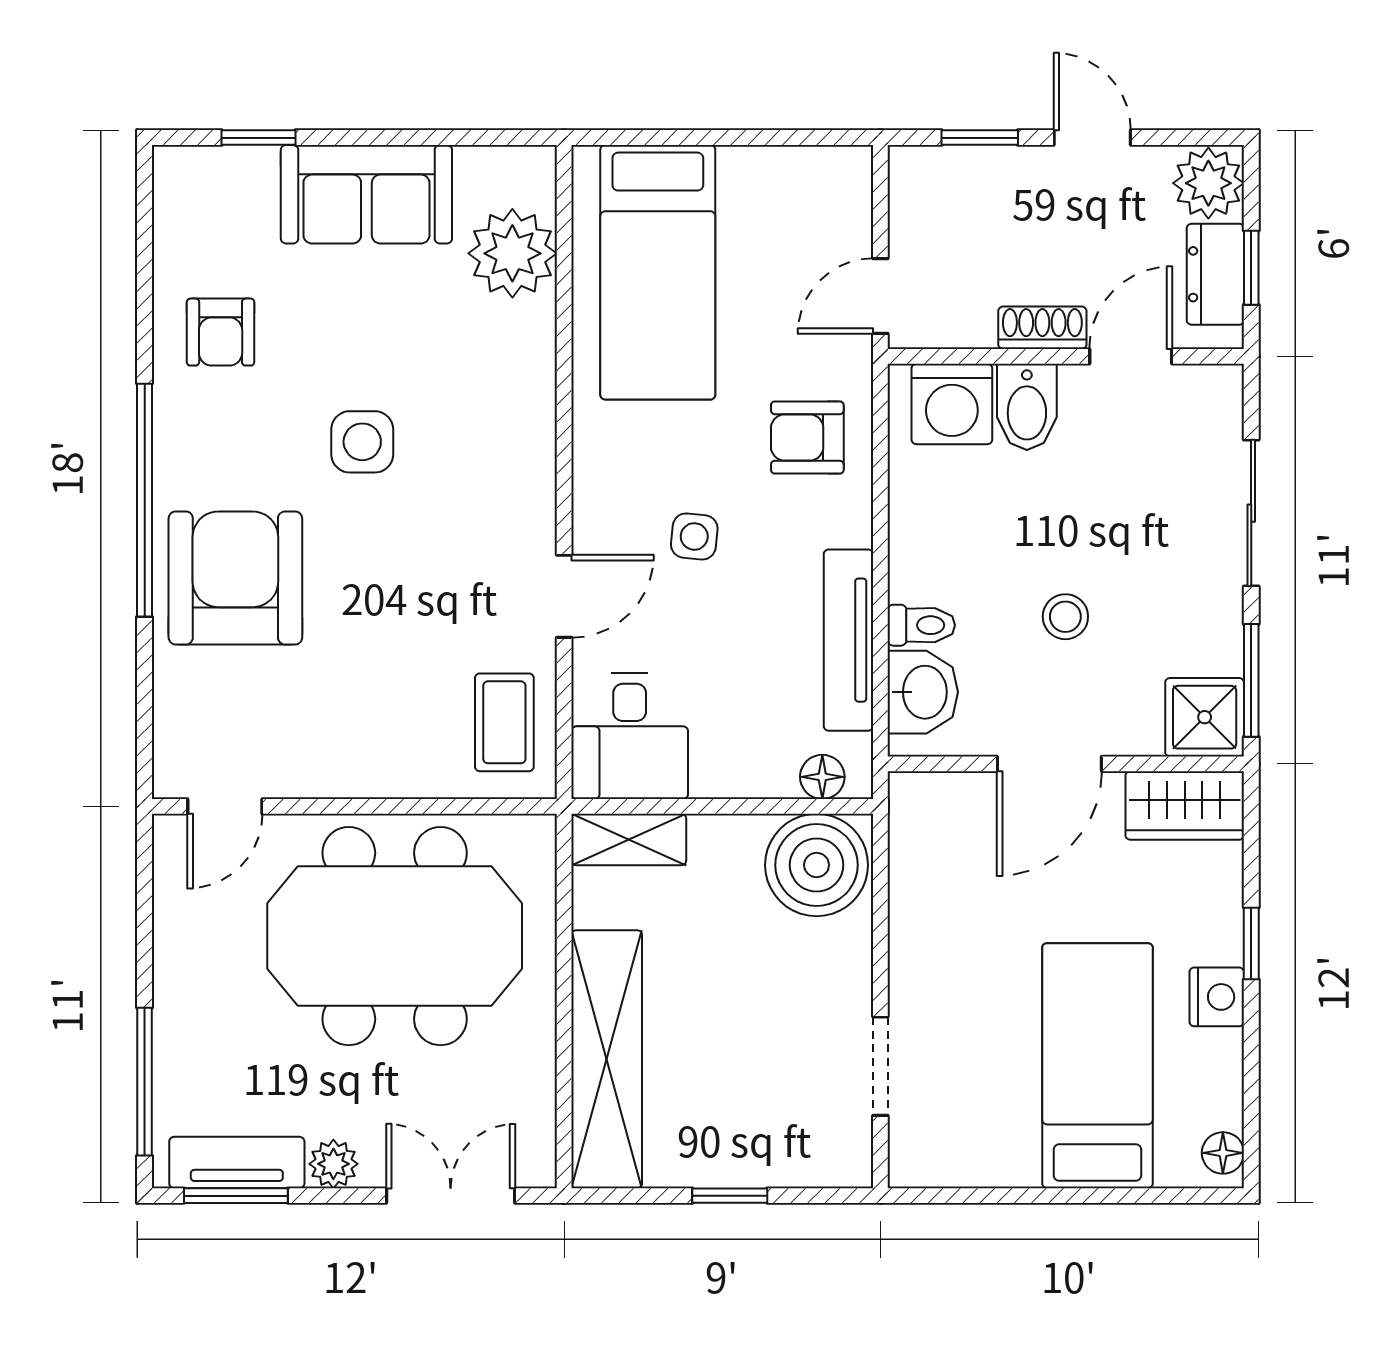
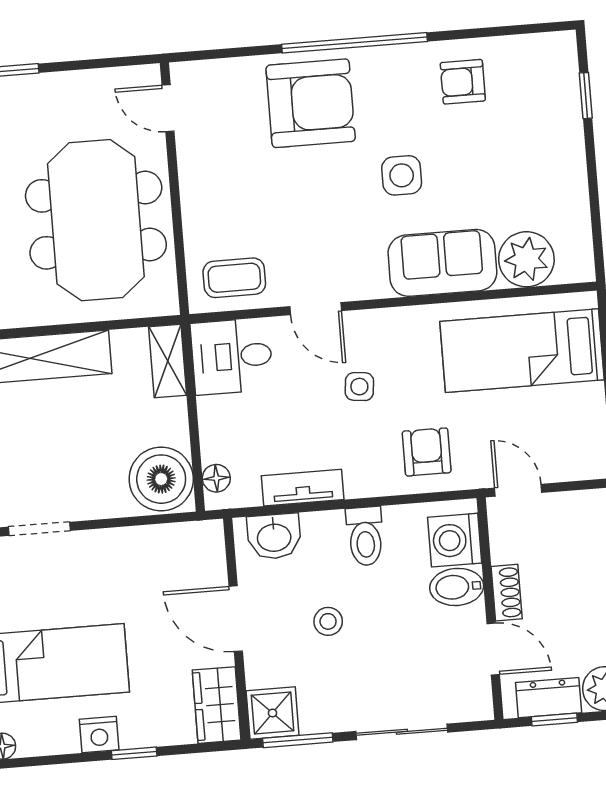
sofa: (366, 194) -> (442, 263), moved, turned 90
toilet: (921, 625) -> (365, 536), moved, width x1.37, depth x1.39
tv unit: (848, 640) -> (303, 488), width x0.71

